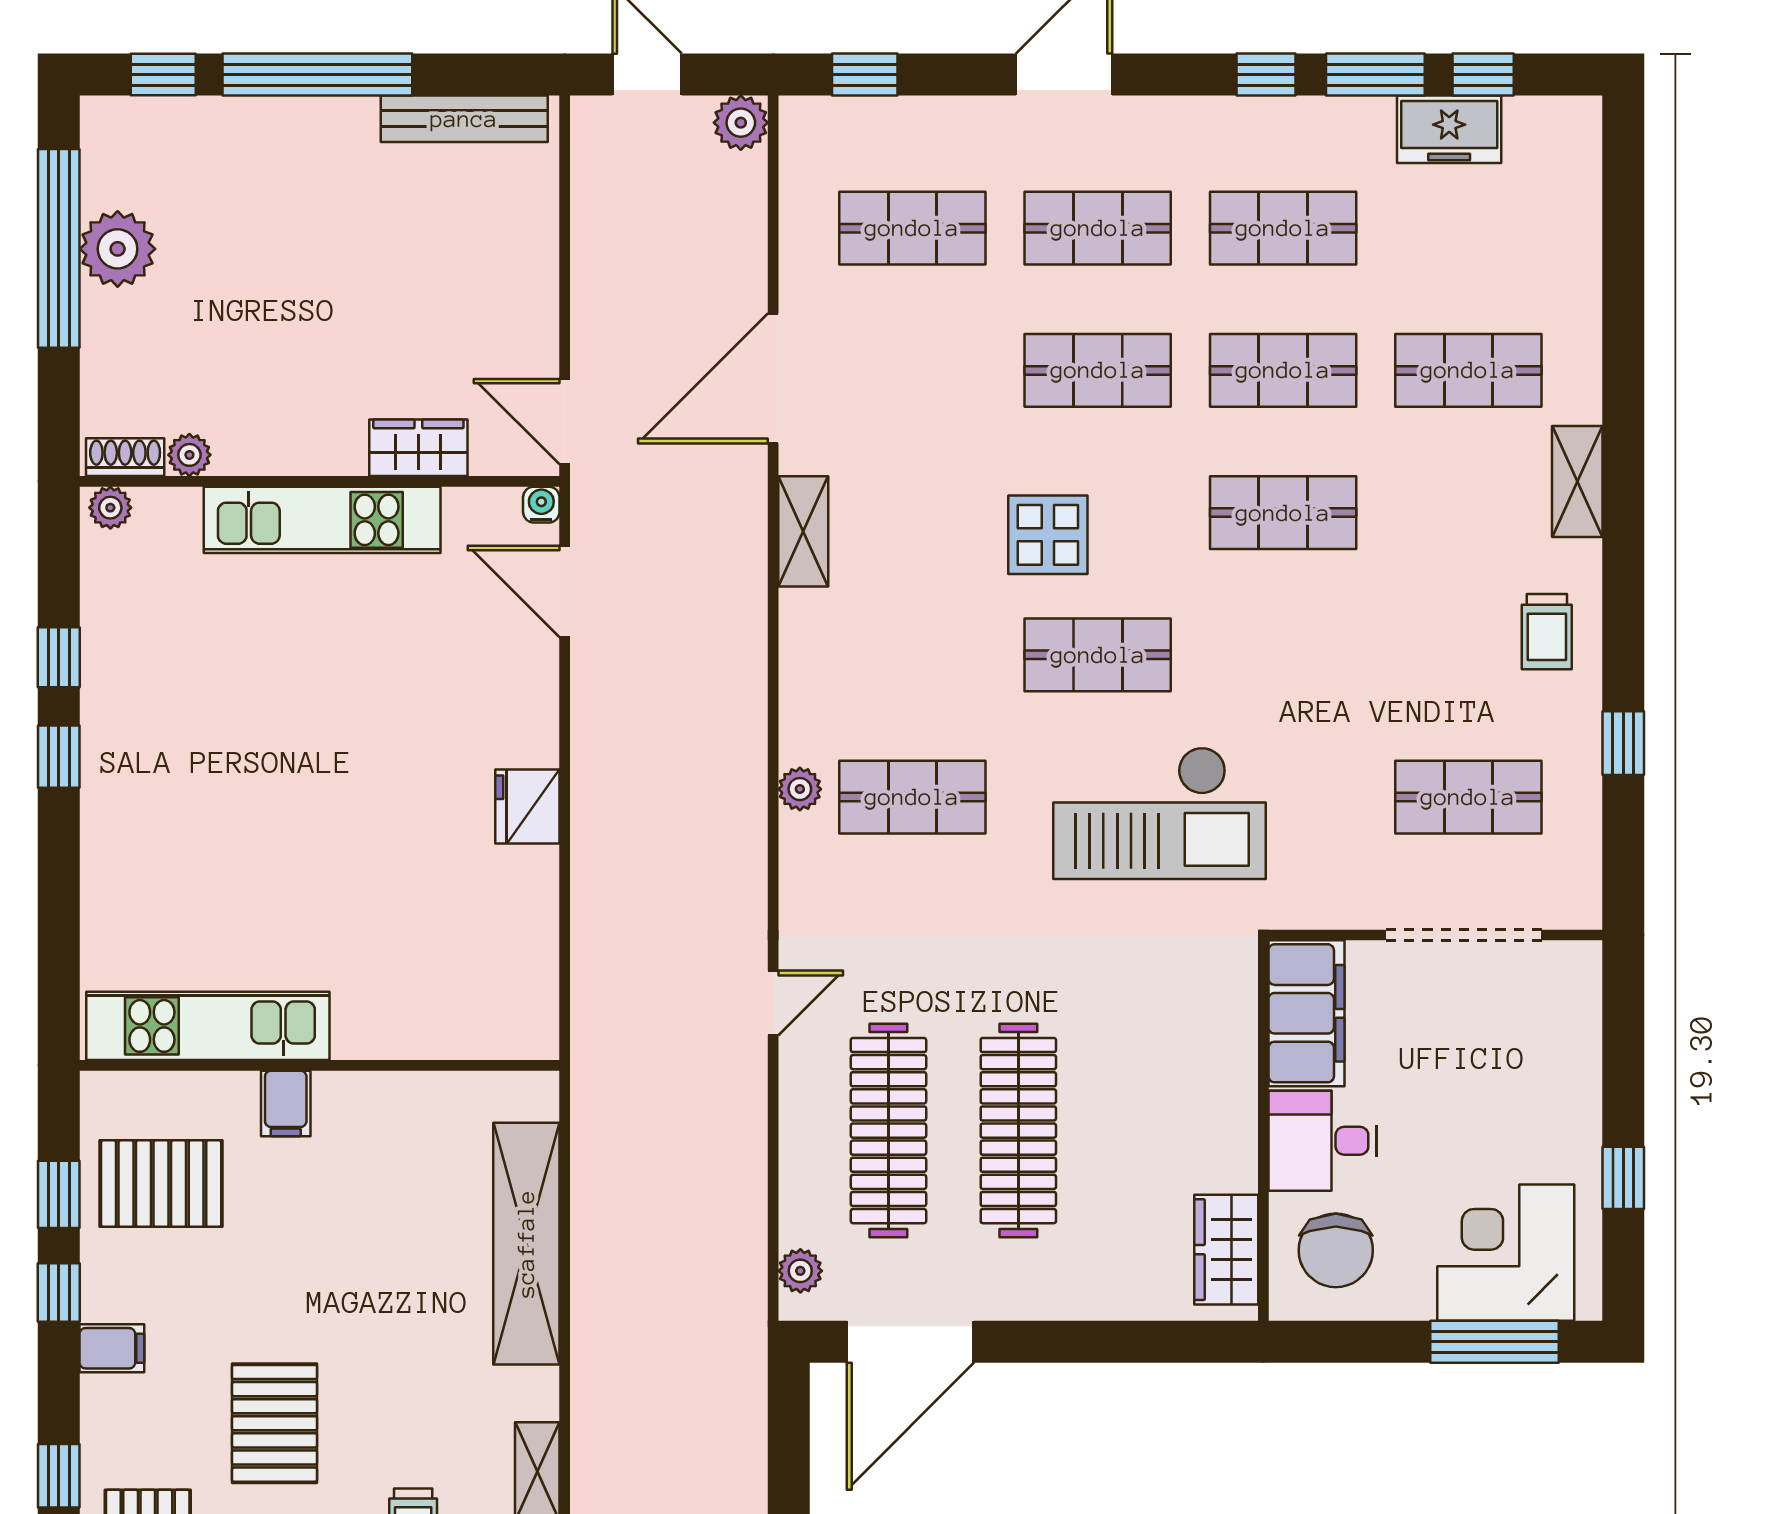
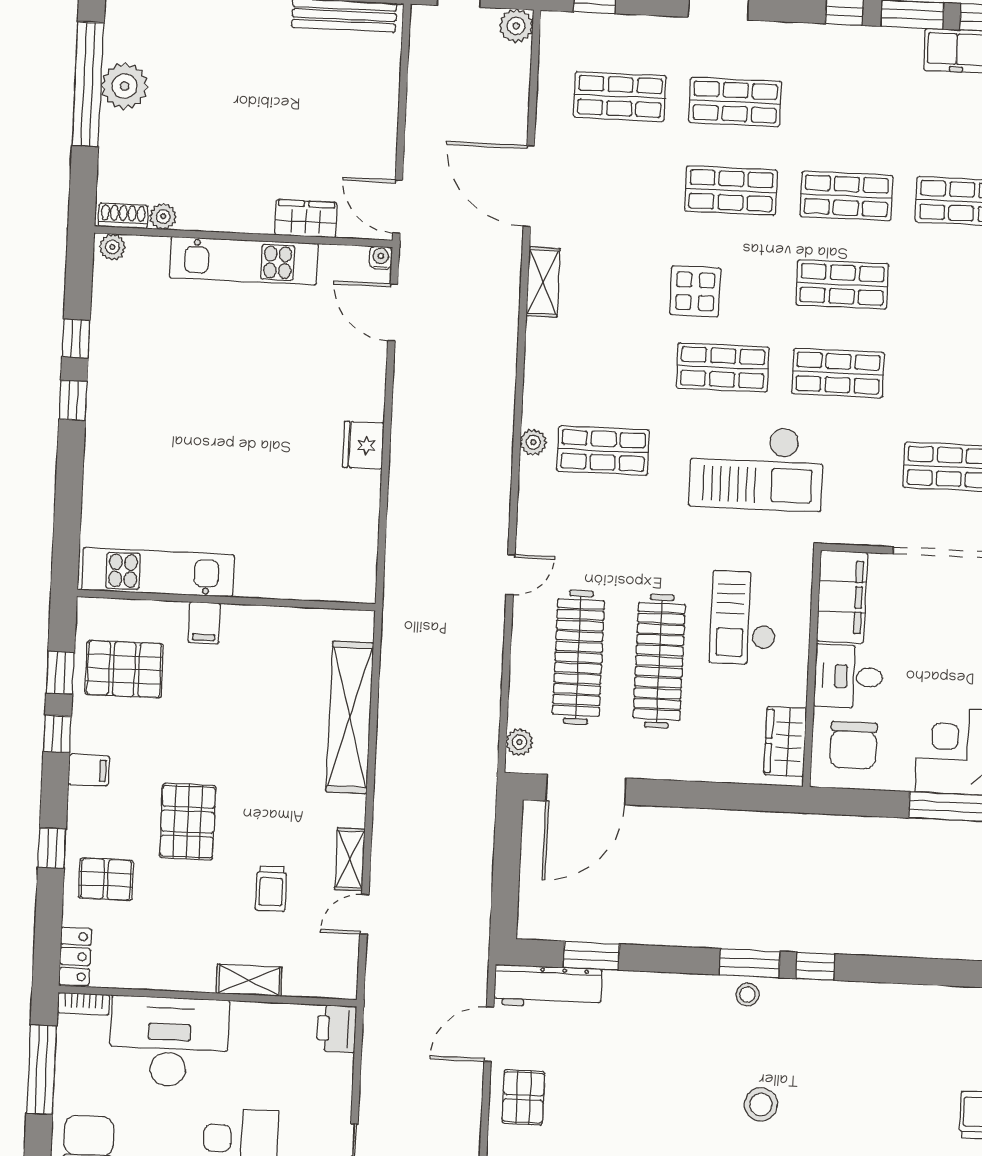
shop shelf: (1283, 228) -> (838, 373), moved
door: (773, 378) -> (529, 186), hinge flipped
checkout: (1150, 1054) -> (744, 618), added

